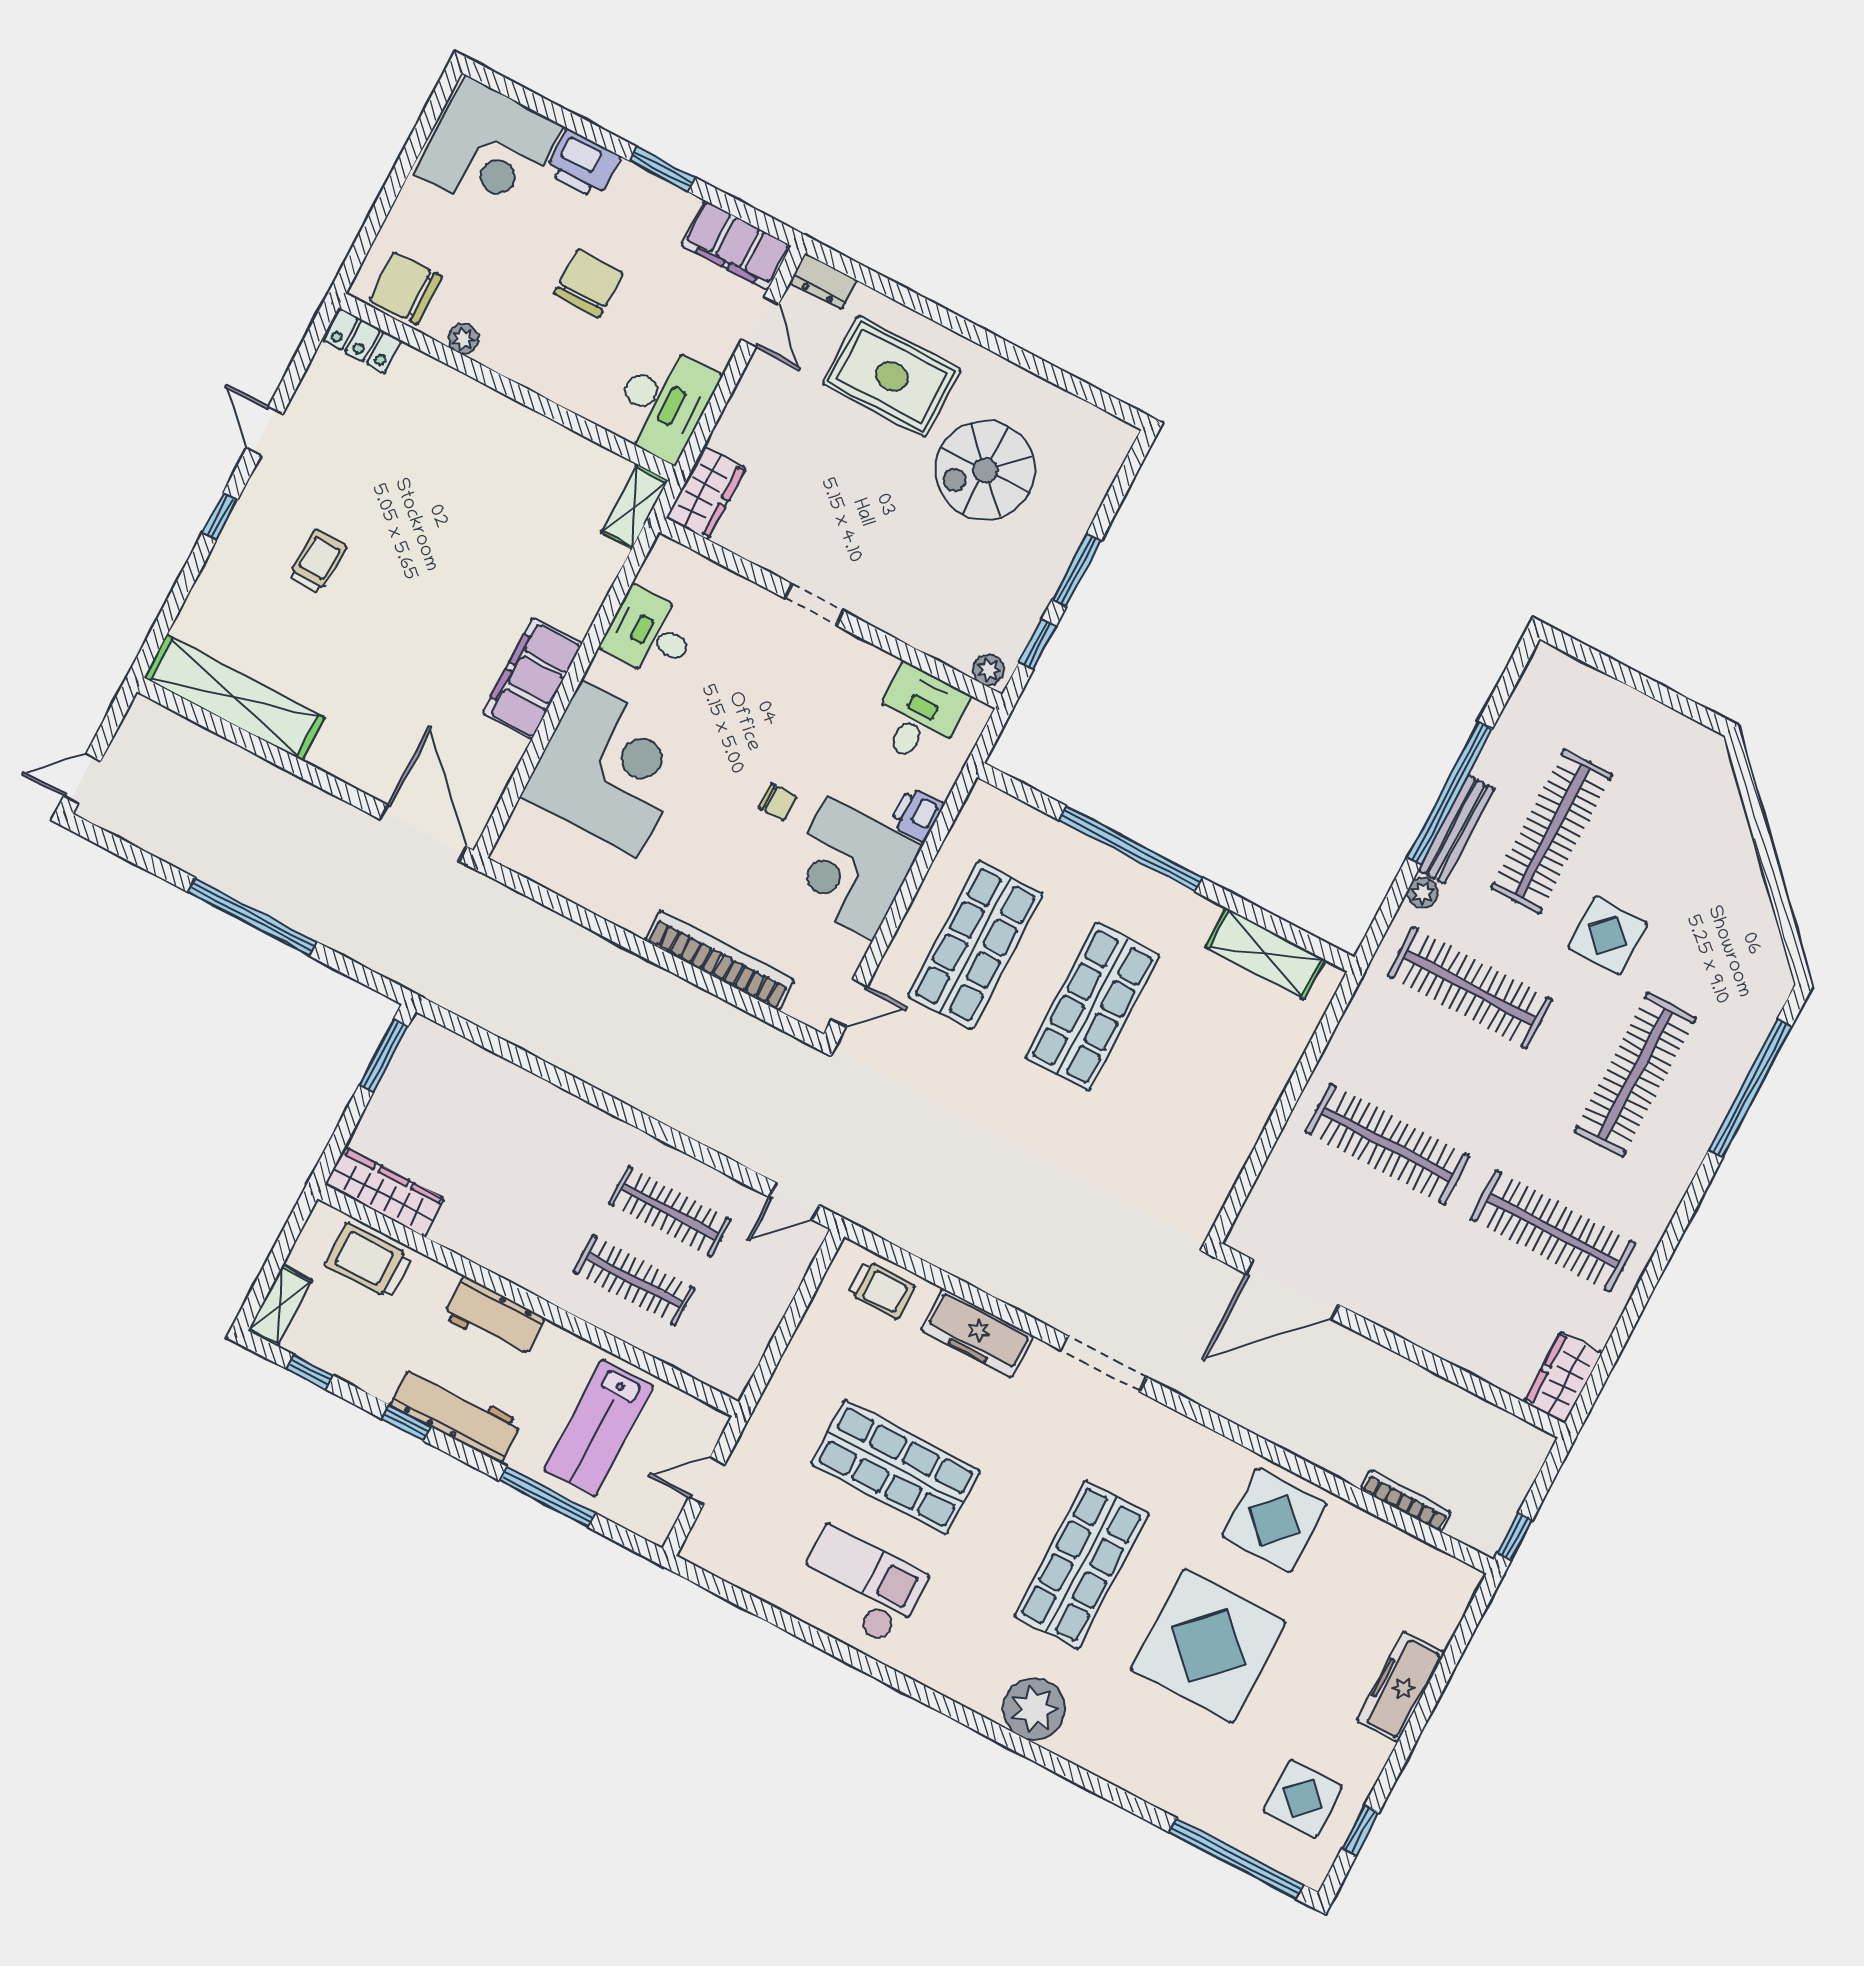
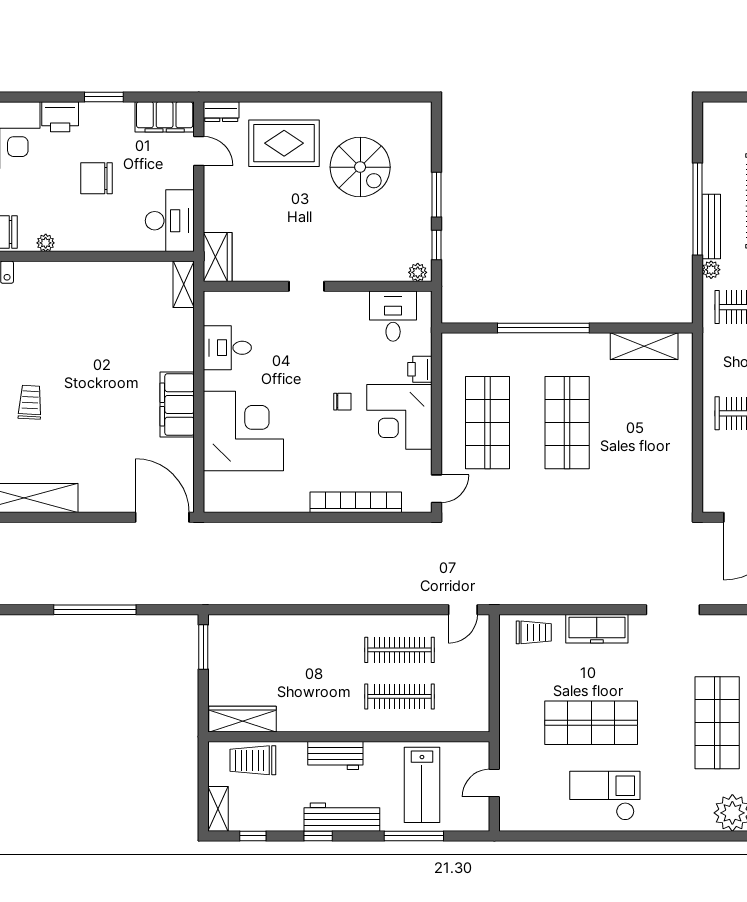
chair: (588, 283) -> (97, 178), turned -90
spiral stairs: (985, 470) -> (360, 167), turned -90

